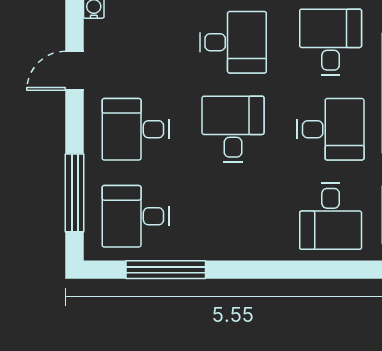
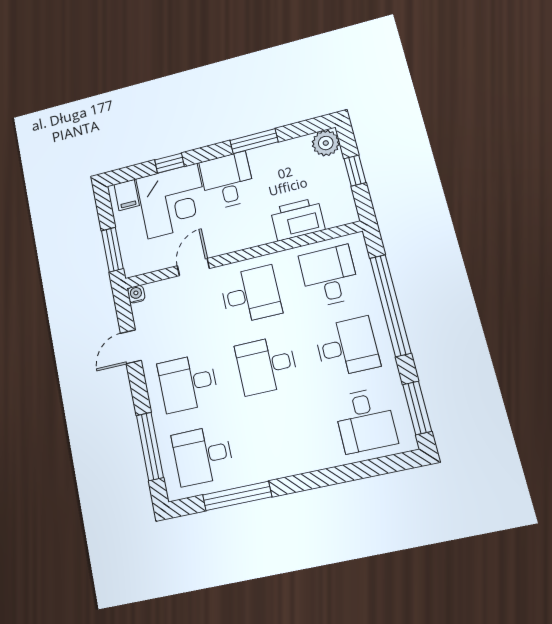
desk: (233, 129) -> (267, 365), turned -90

